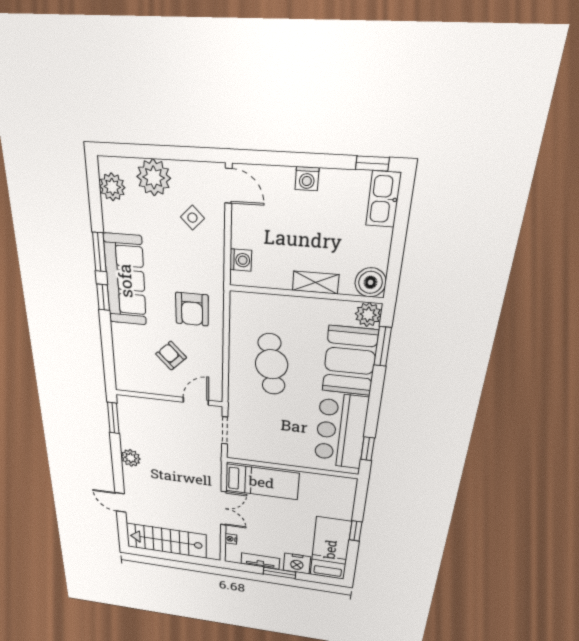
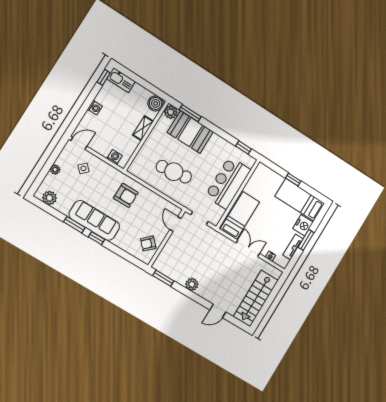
plant: (154, 177) -> (55, 170), width x0.53, depth x0.53
armchair: (171, 356) -> (148, 243), moved
bar counter: (341, 431) -> (228, 183), moved, turned 90

